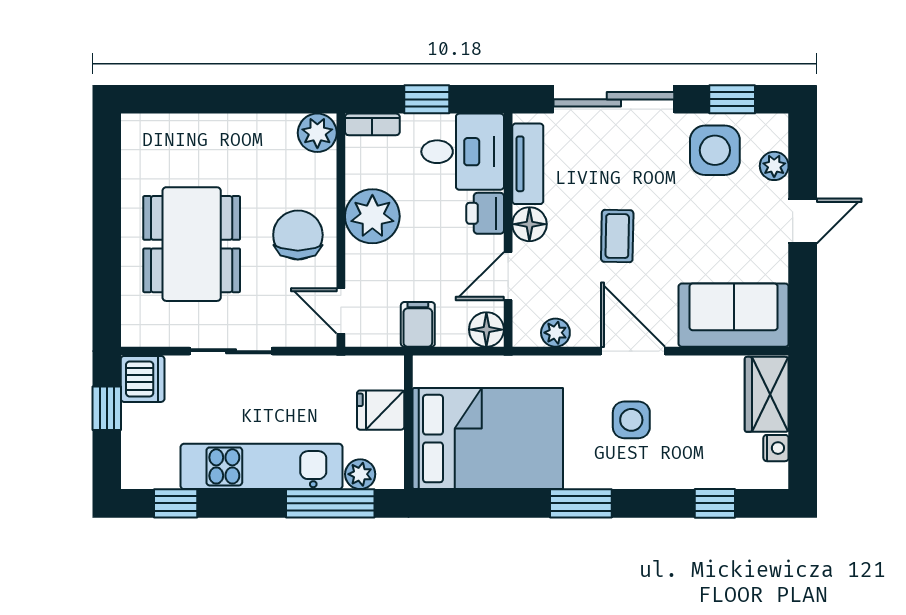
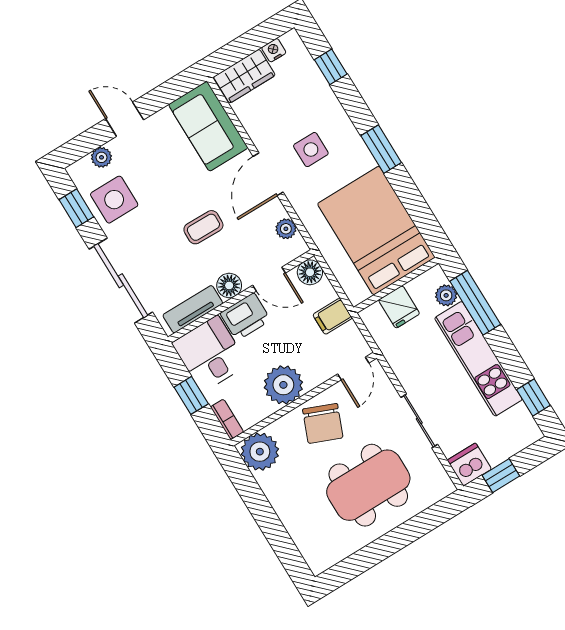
plant: (317, 133) -> (260, 452), width x1.36, depth x1.36
printer: (485, 213) -> (245, 317), width x1.36, depth x1.24
chair: (298, 235) -> (323, 423), turned -68

